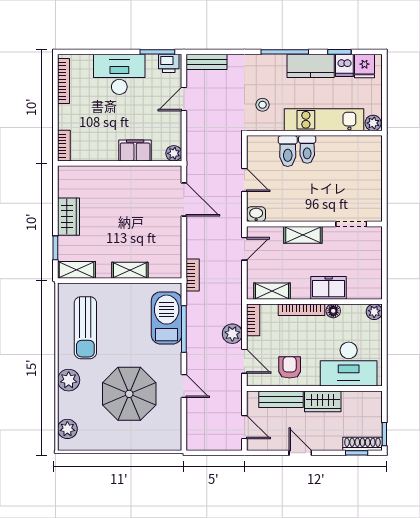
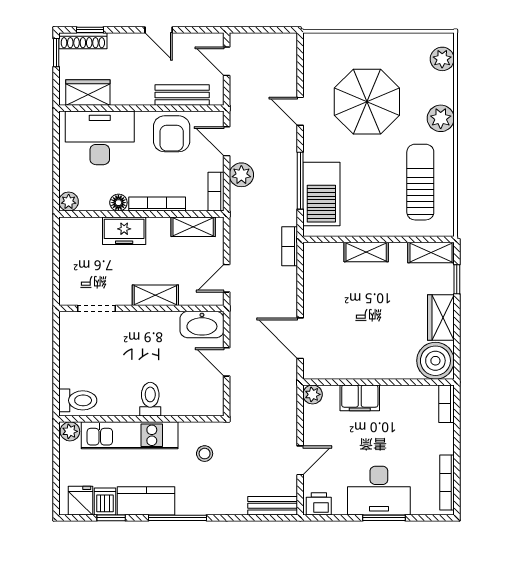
window: (157, 52) -> (384, 518), moved
toilet: (288, 151) -> (78, 400), moved, turned 90
boiler: (73, 181) -> (435, 361), added
washbasin: (256, 214) -> (202, 325), width x1.91, depth x1.45
armchair: (290, 367) -> (172, 134), width x1.38, depth x1.38
wardrobe: (323, 401) -> (88, 93), moved

